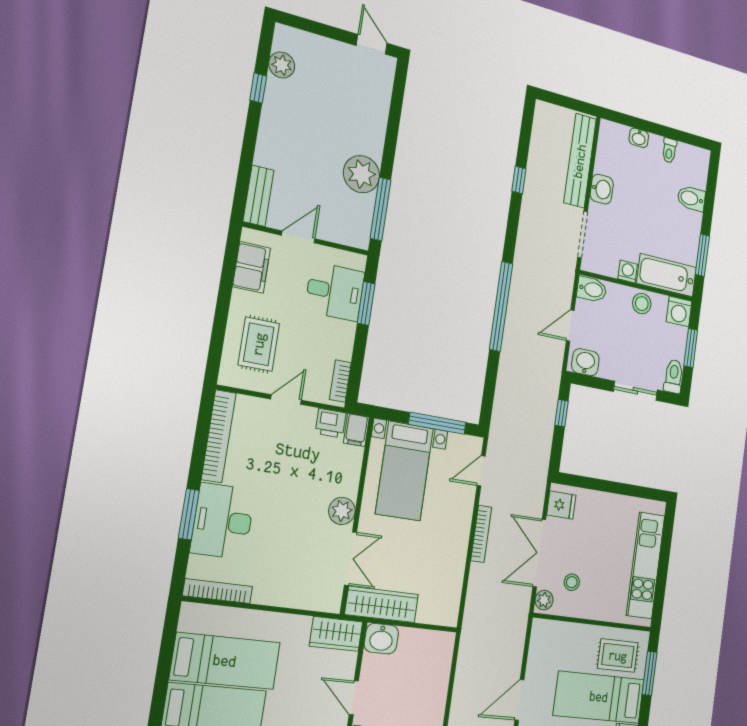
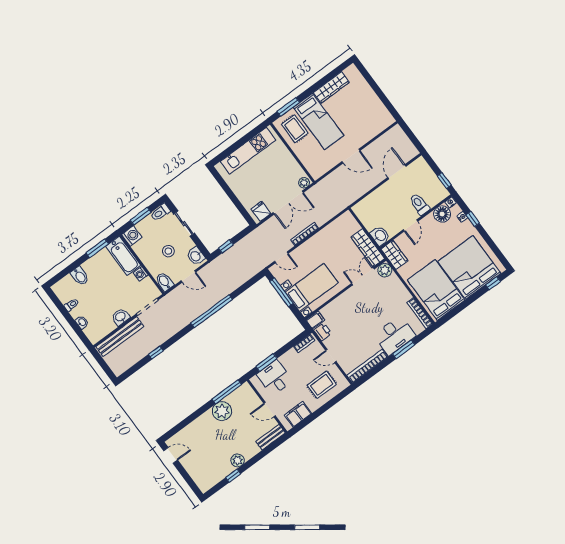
door: (372, 44) -> (171, 455), swing flipped
plant: (282, 65) -> (238, 460), moved
stool: (642, 304) -> (168, 251), moved
plant: (342, 511) -> (385, 270), moved
stool: (572, 582) -> (286, 177), removed
bed: (225, 661) -> (436, 290), width x1.50

